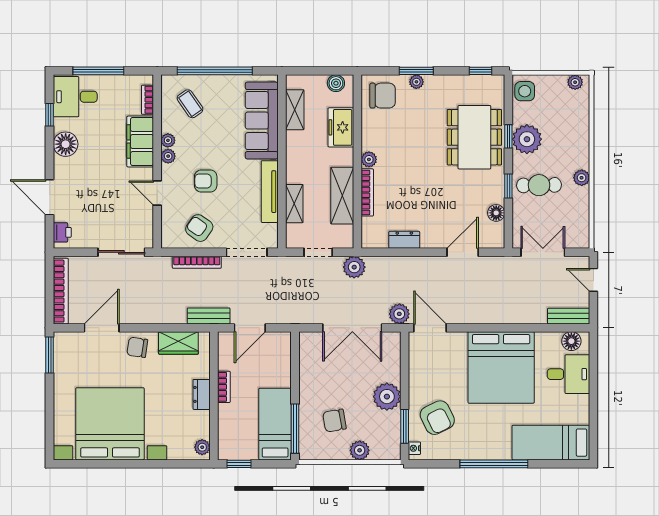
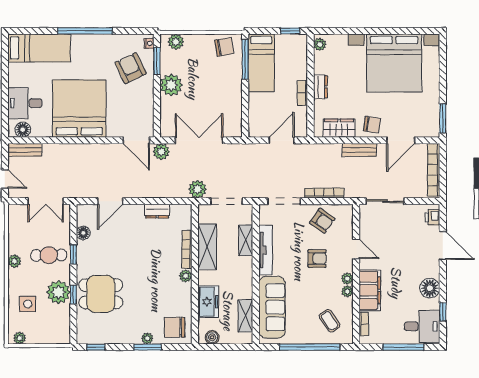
side table: (525, 91) -> (28, 304), moved
dining table: (474, 137) -> (101, 294), width x0.73
doorway: (318, 252) -> (226, 201), width x1.38
bench: (209, 316) -> (359, 150), moved
chair: (334, 421) -> (224, 47), moved
plant: (360, 450) -> (176, 42), moved

